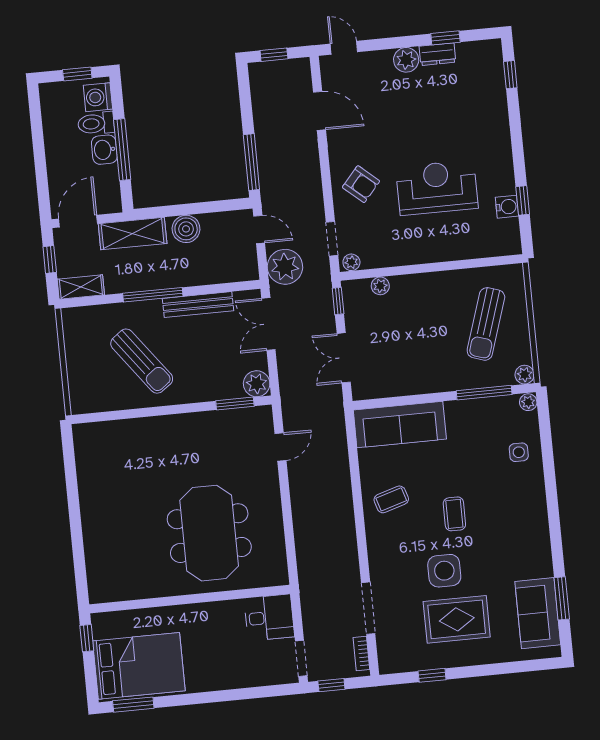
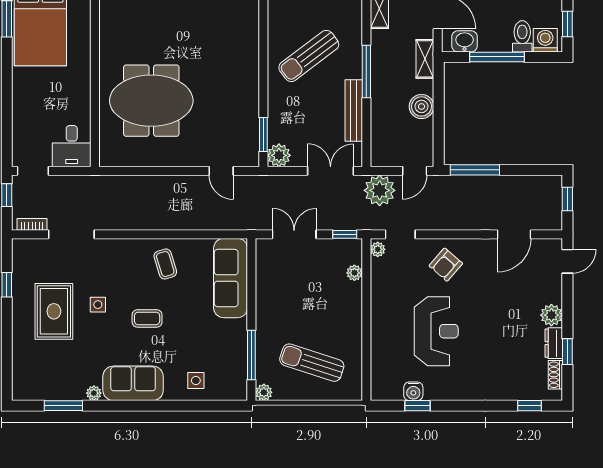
shoe rack: (473, 49) -> (555, 375), added
washbasin: (104, 150) -> (465, 41), moved
shelving: (133, 234) -> (425, 59), width x0.67, depth x0.75
plant: (528, 402) -> (94, 393), moved
side table: (444, 571) -> (98, 305), width x0.54, depth x0.54
sofa: (538, 613) -> (133, 383), moved

